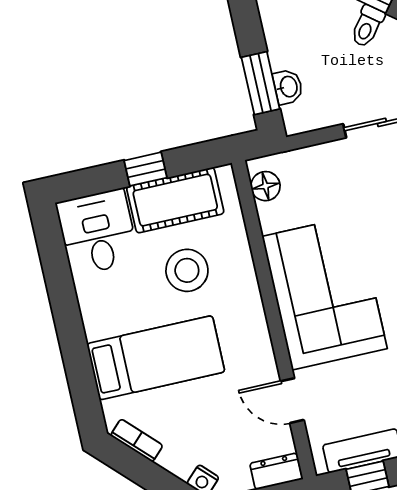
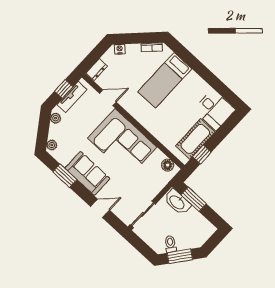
washbasin: (288, 87) -> (177, 202), width x1.91, depth x1.45
window: (145, 169) -> (202, 154), moved
stool: (187, 270) -> (175, 118), removed

